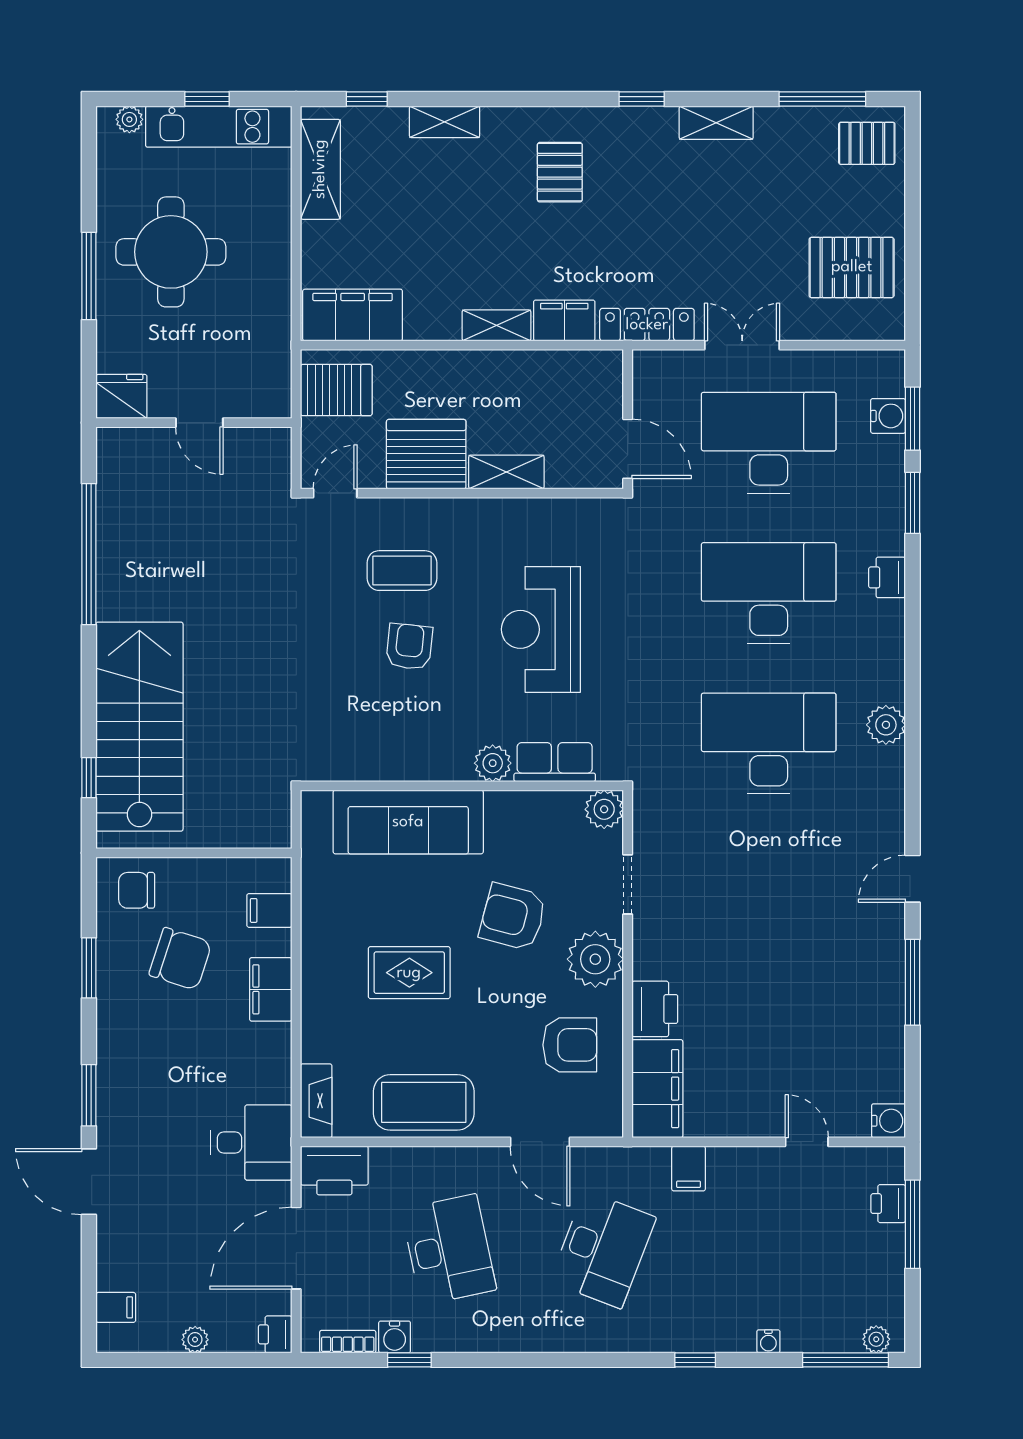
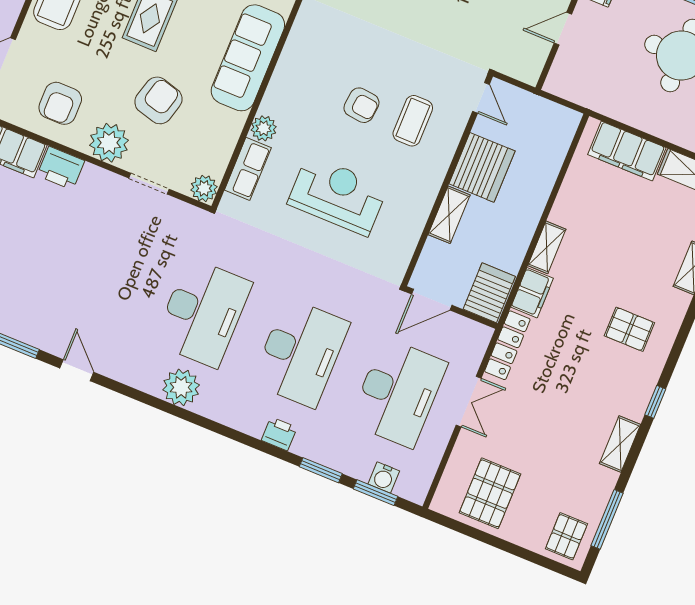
filing cabinet: (353, 315) -> (627, 151), moved, turned 90
server rack: (336, 390) -> (489, 293), moved, turned 180
plant: (886, 725) -> (181, 387), width x1.36, depth x1.36

